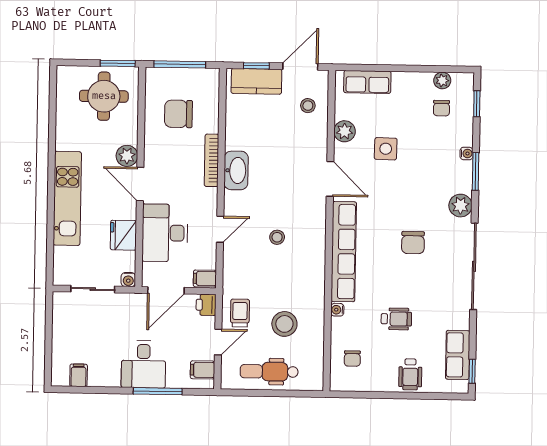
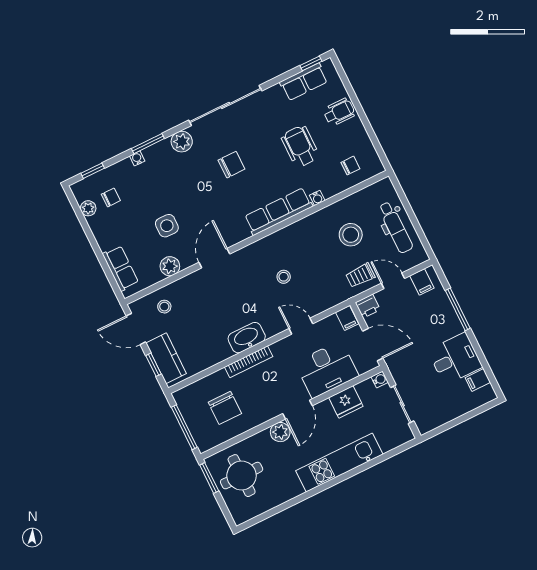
row of seats: (344, 252) -> (278, 212), width x0.73
wheelchair: (396, 319) -> (300, 146), width x1.36, depth x1.37
desk: (144, 364) -> (455, 359), moved

